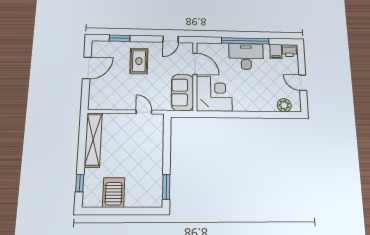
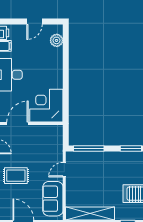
sofa: (182, 92) -> (53, 199), moved, turned 90
window: (167, 139) -> (89, 149), added

